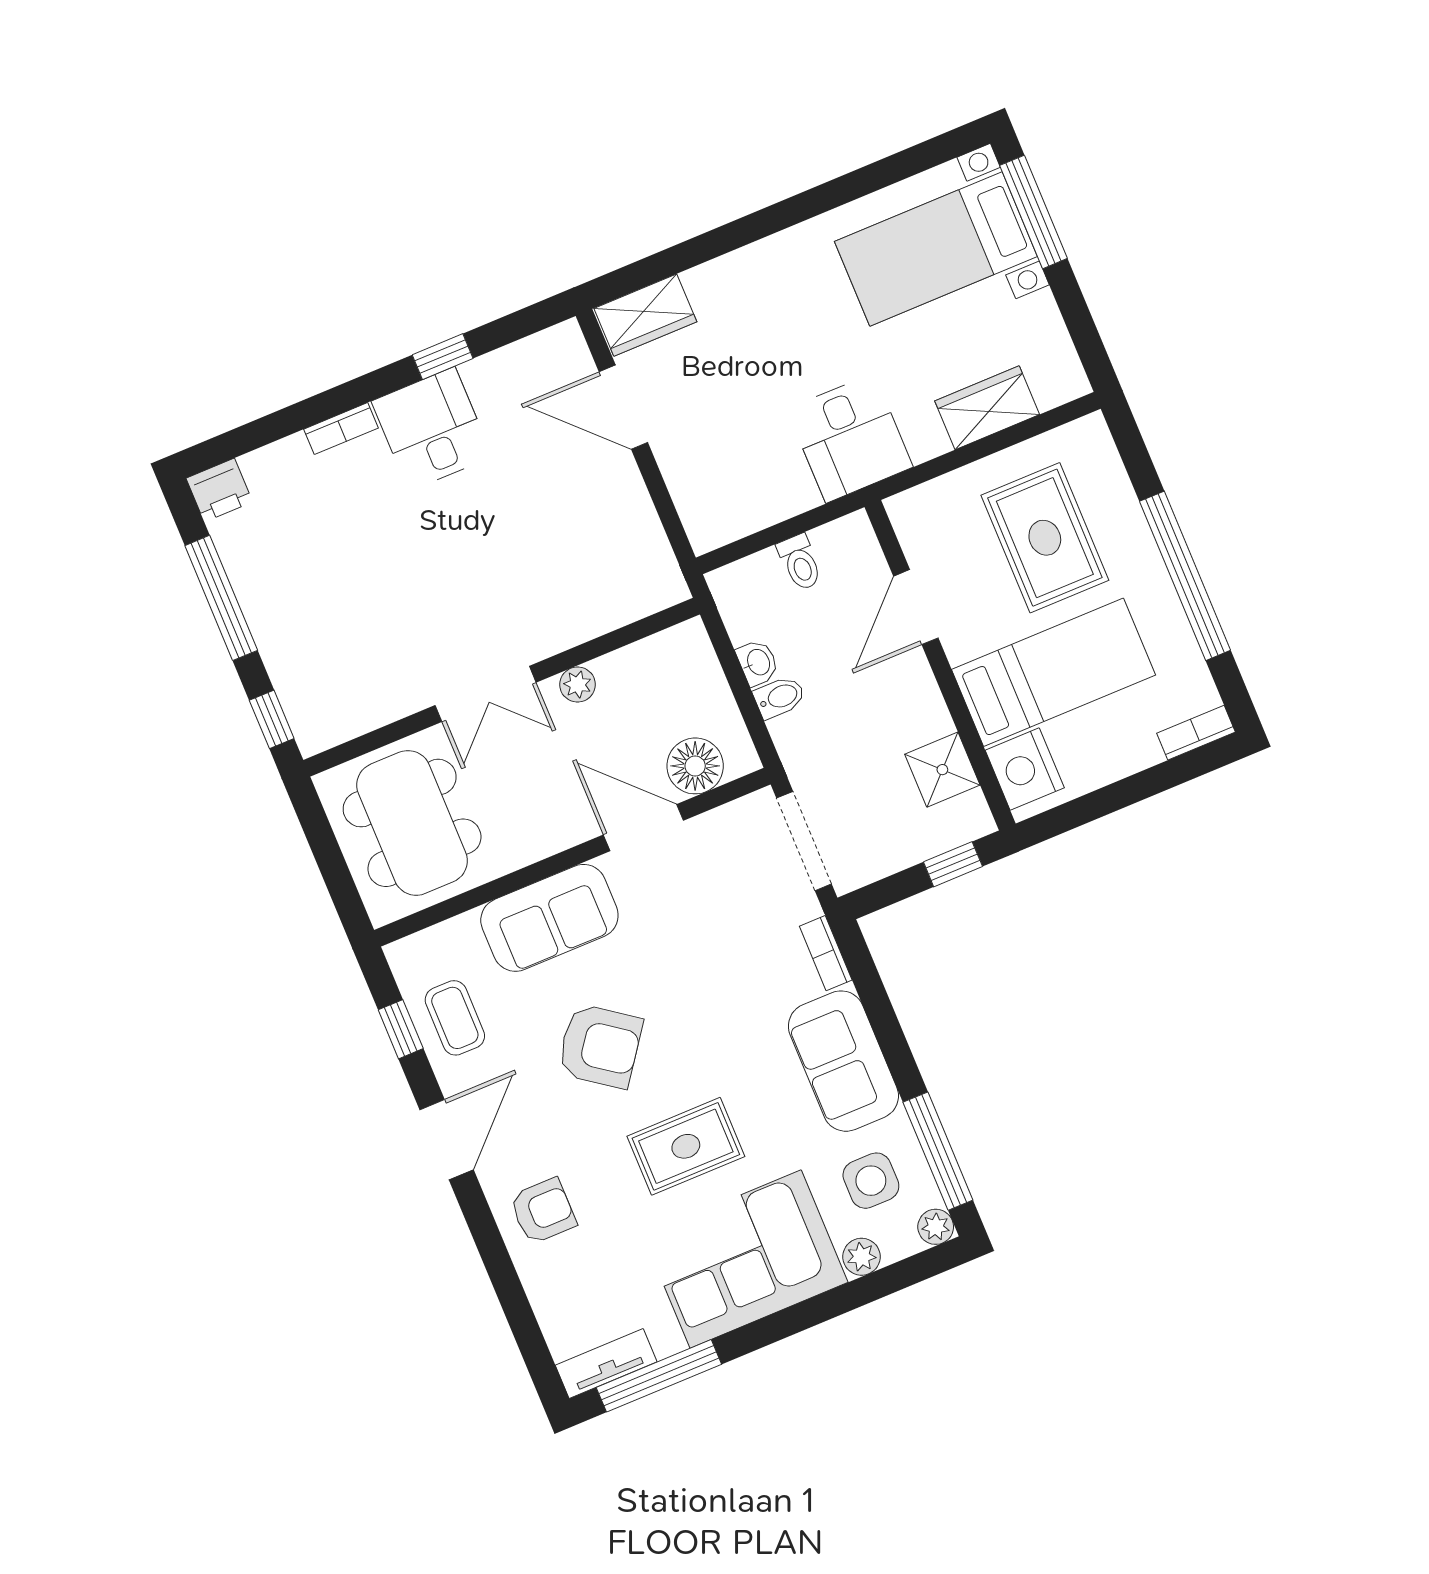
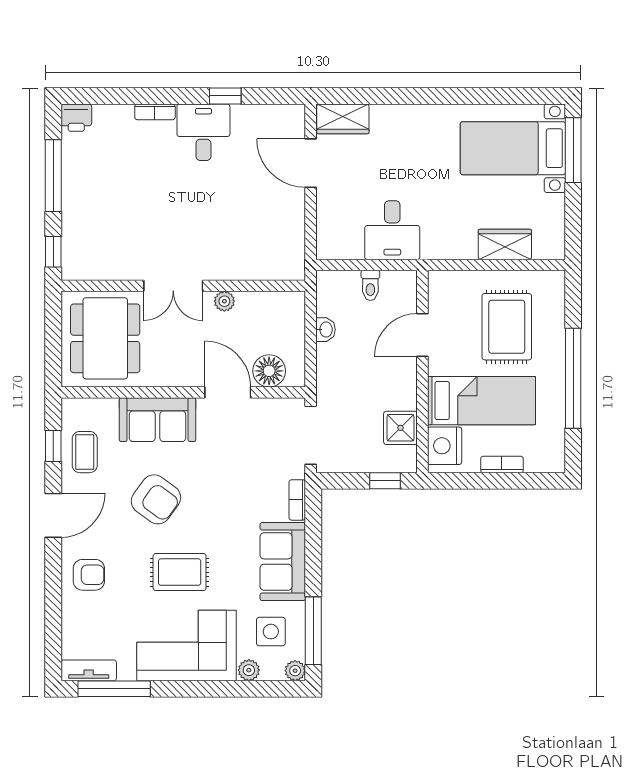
desk: (850, 438) -> (392, 230), moved
bidet: (780, 697) -> (330, 353), removed
bookcase: (1196, 733) -> (502, 464), moved

